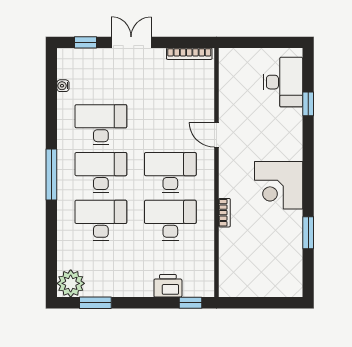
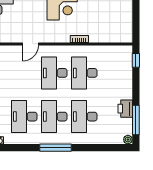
plant: (71, 283) -> (128, 140), width x0.53, depth x0.53
printer: (168, 286) -> (125, 109), moved
window: (95, 303) -> (136, 120), width x1.44

